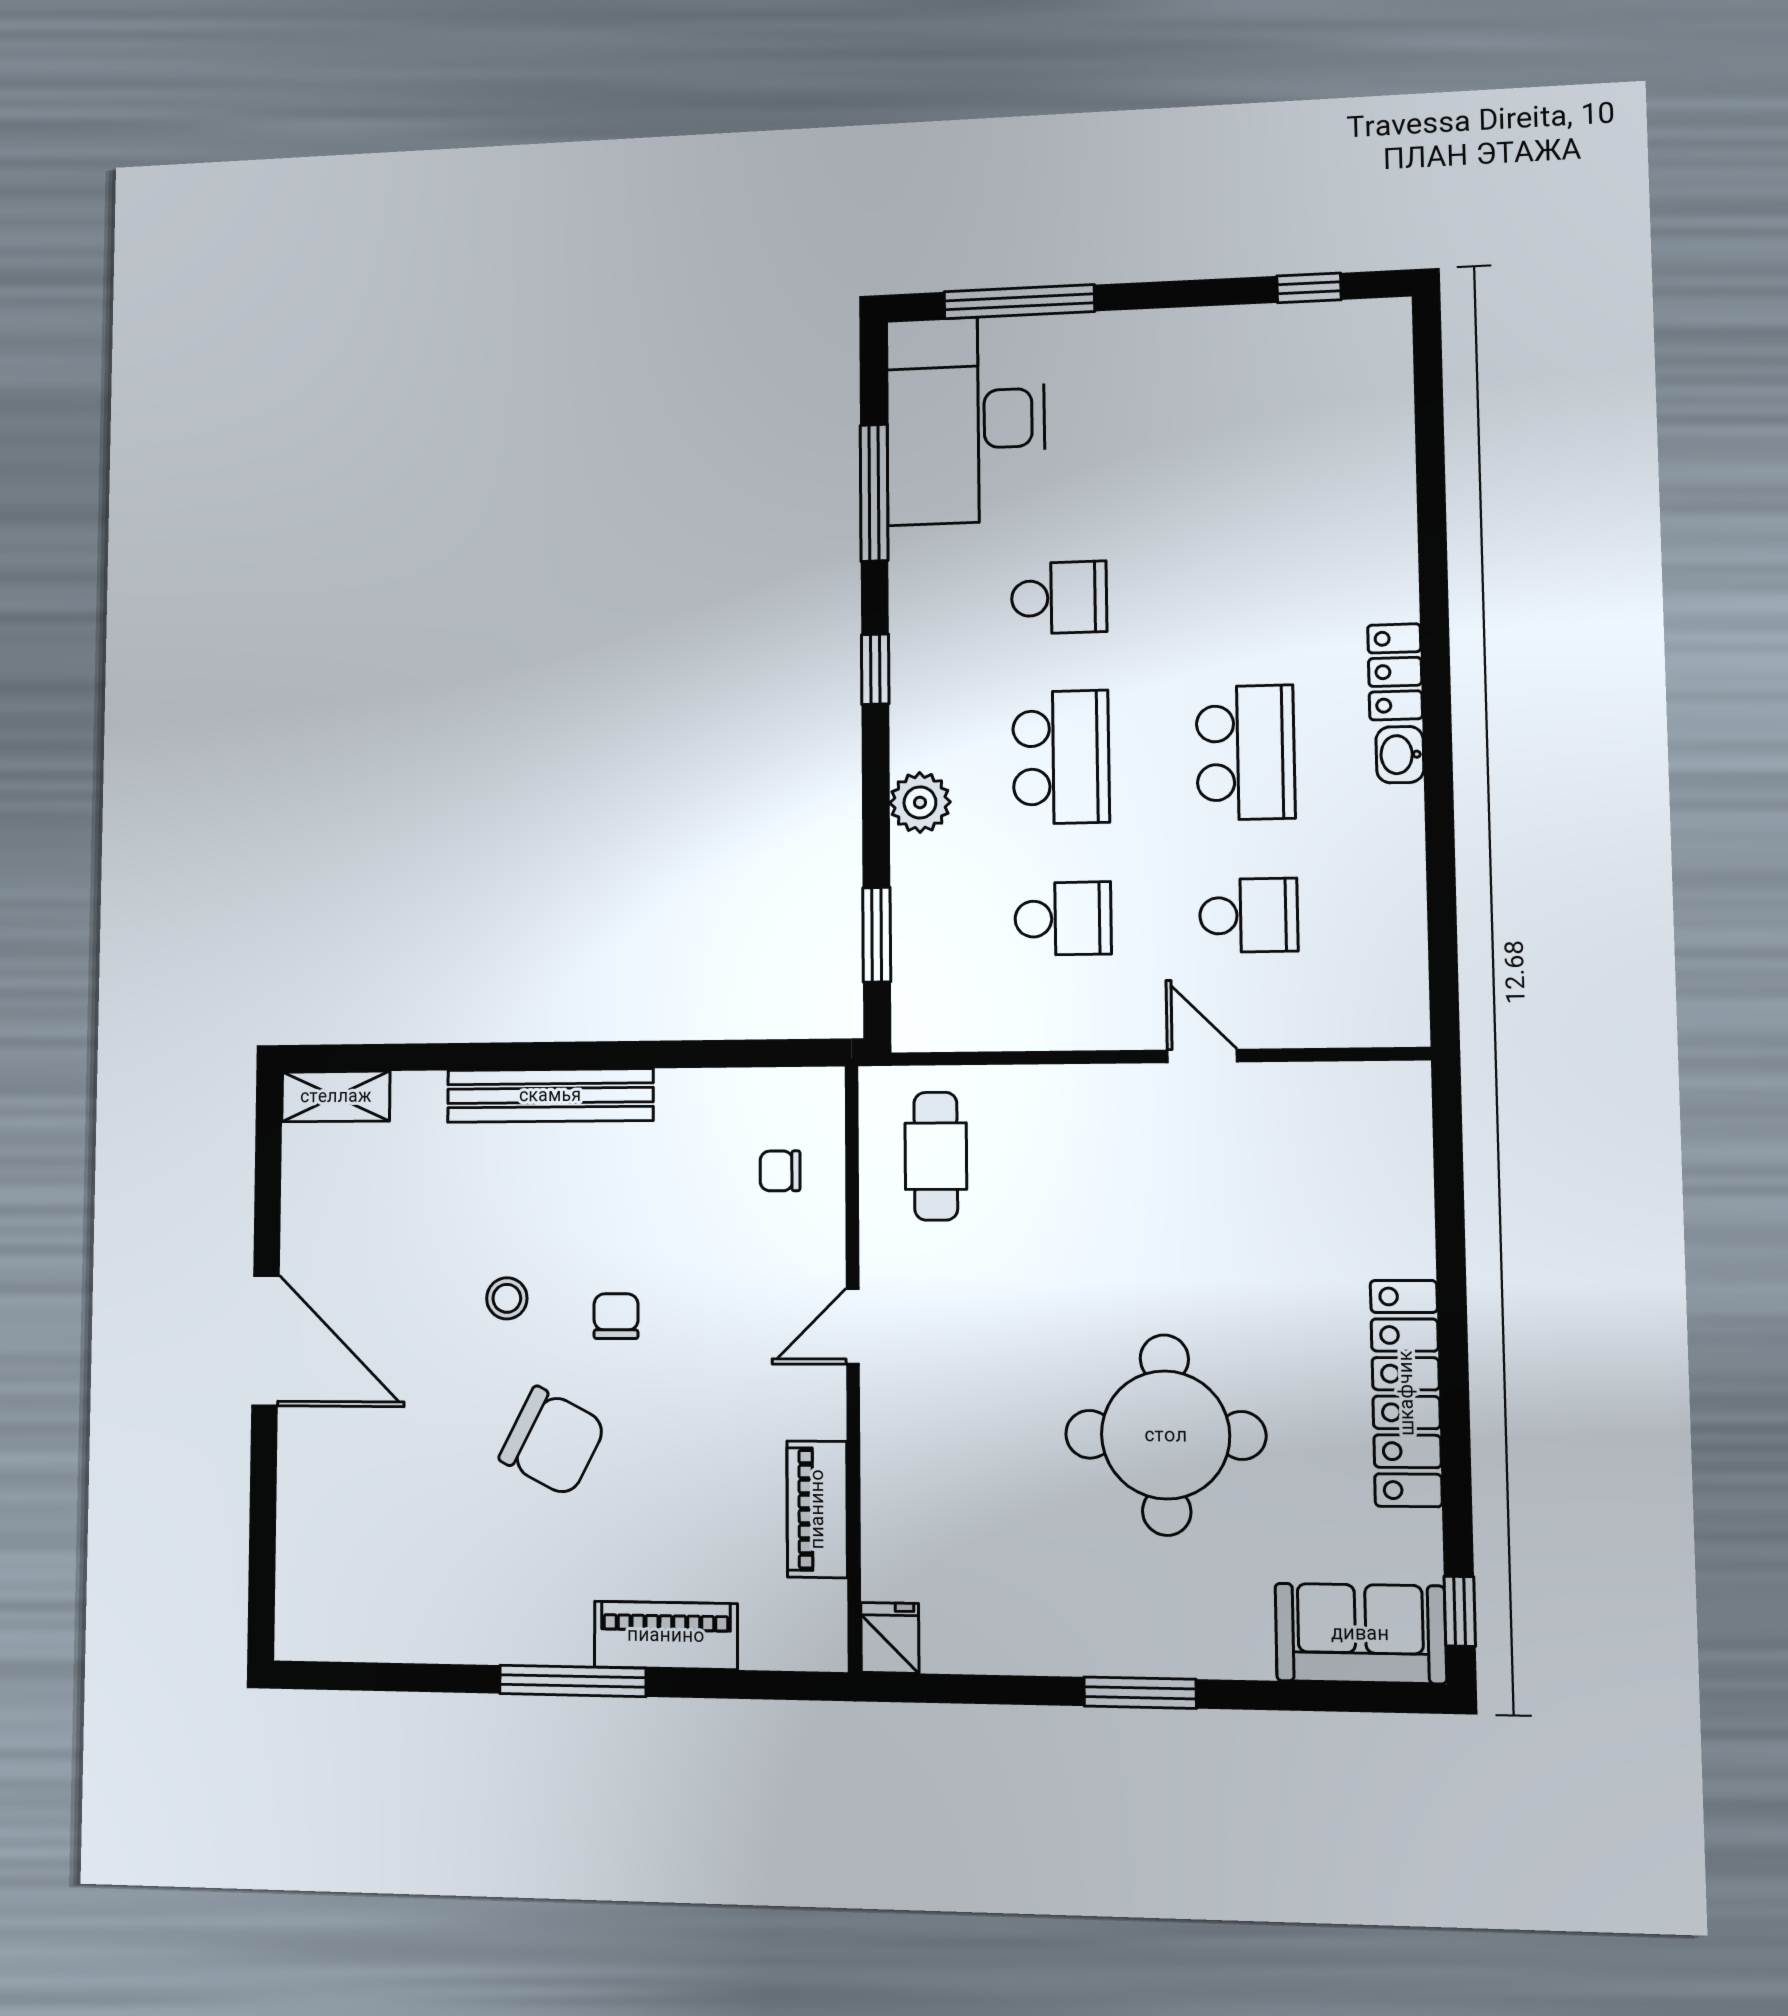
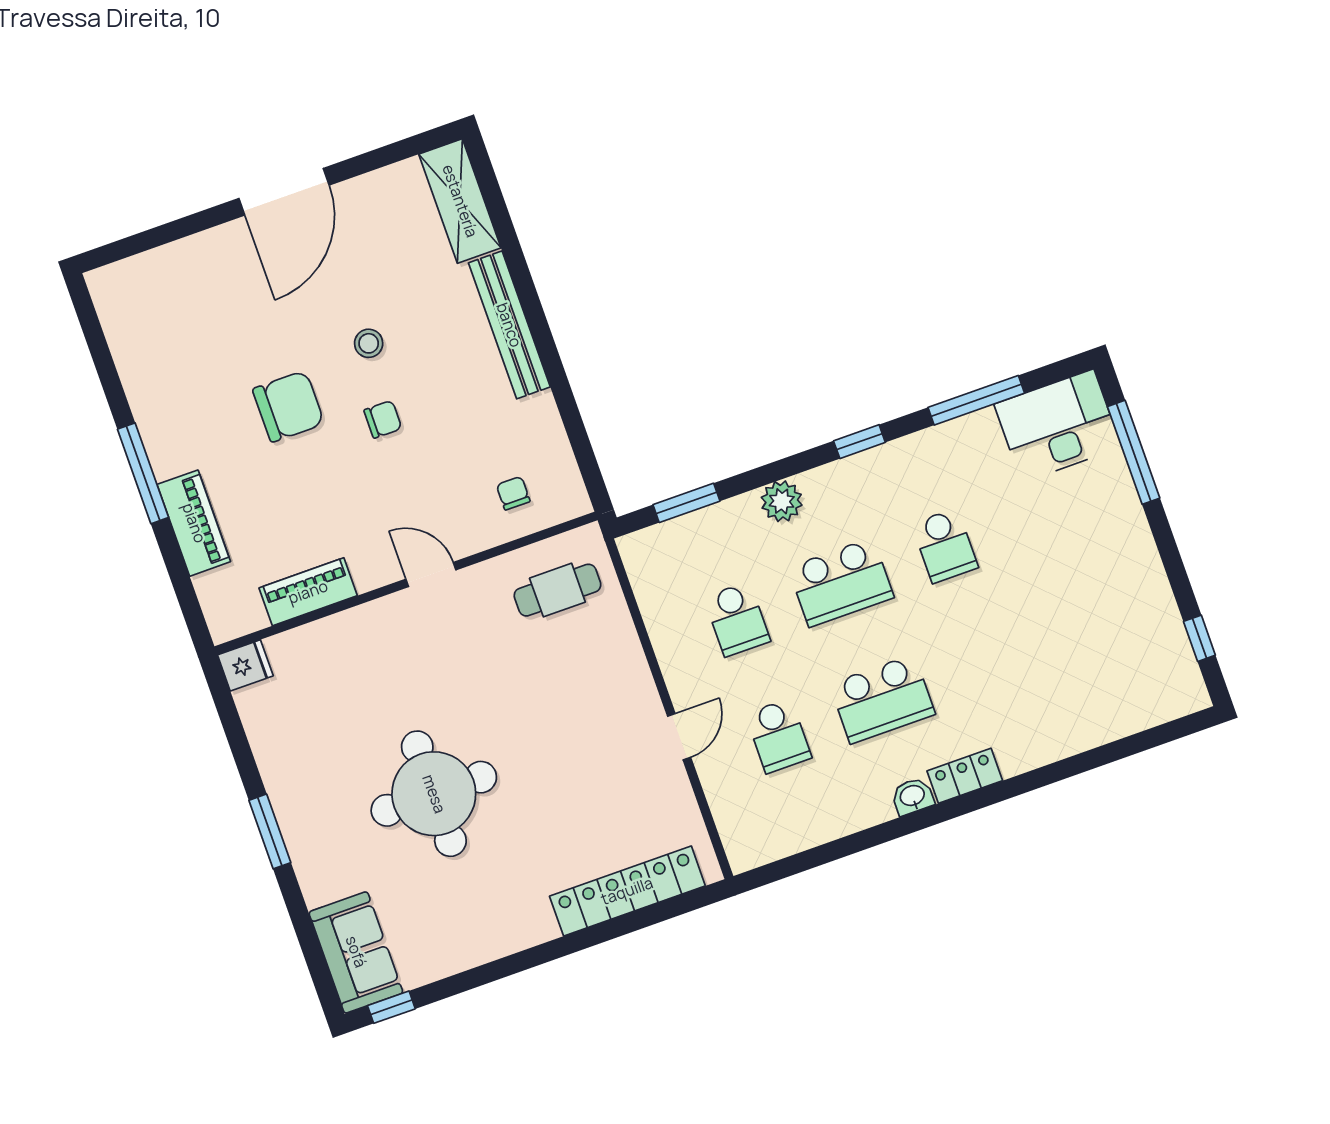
desk: (966, 420) -> (1058, 426), width x0.73, depth x0.77
shelving: (336, 1096) -> (460, 201), width x1.50, depth x1.33
locker: (1406, 1393) -> (627, 891), moved
chair: (553, 1441) -> (288, 406), turned -117

